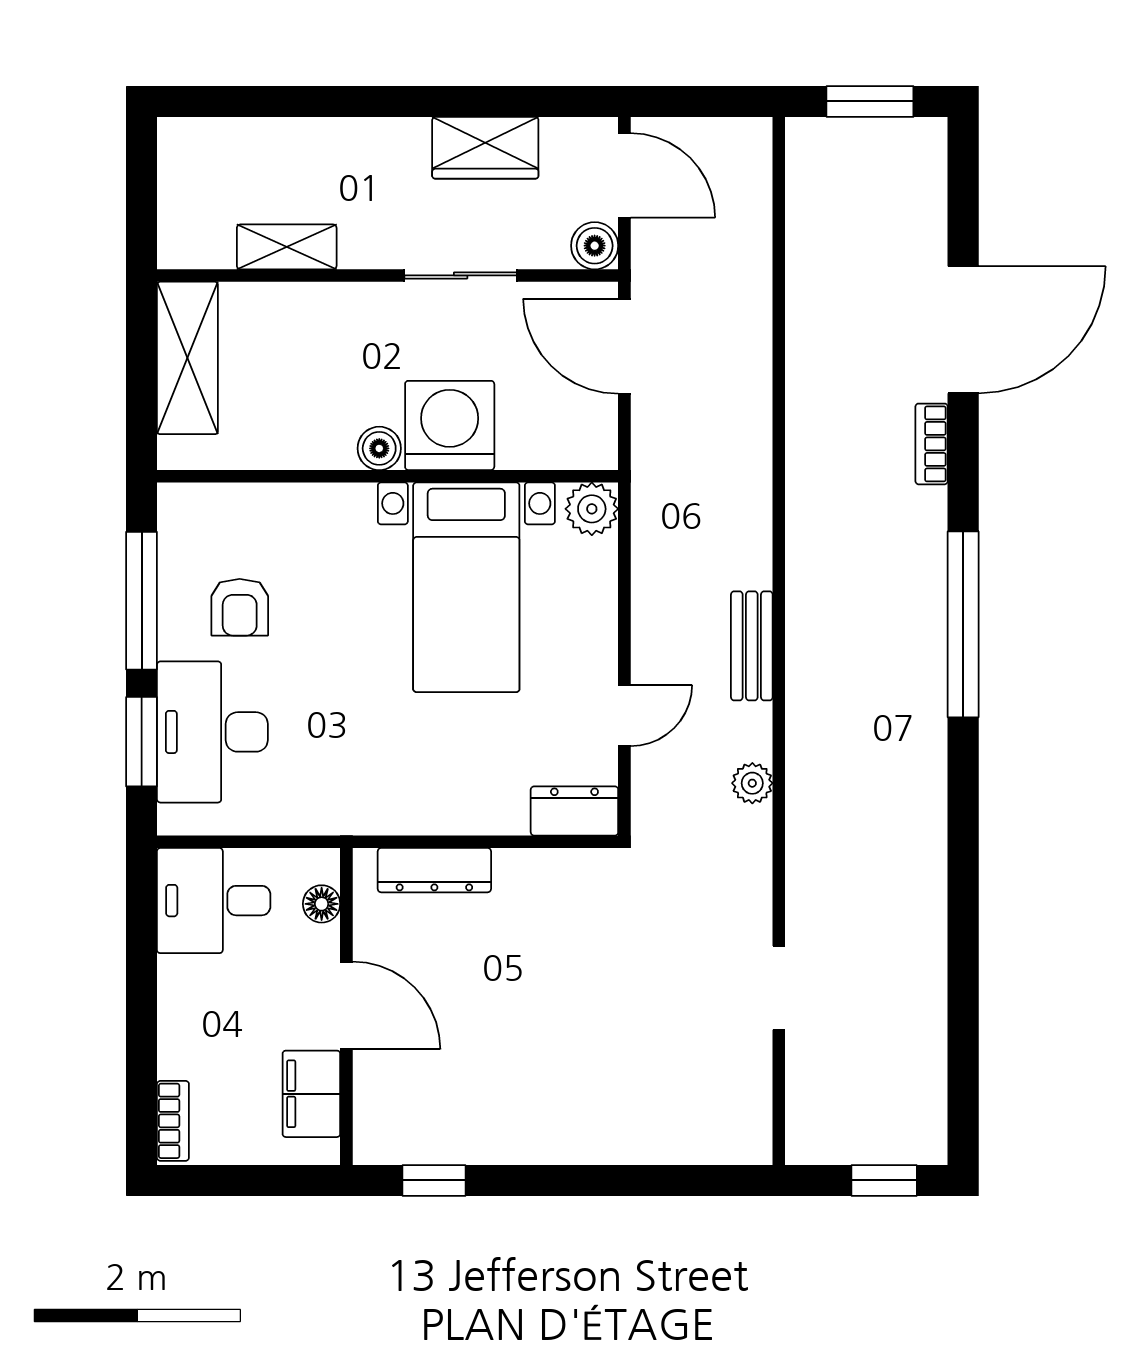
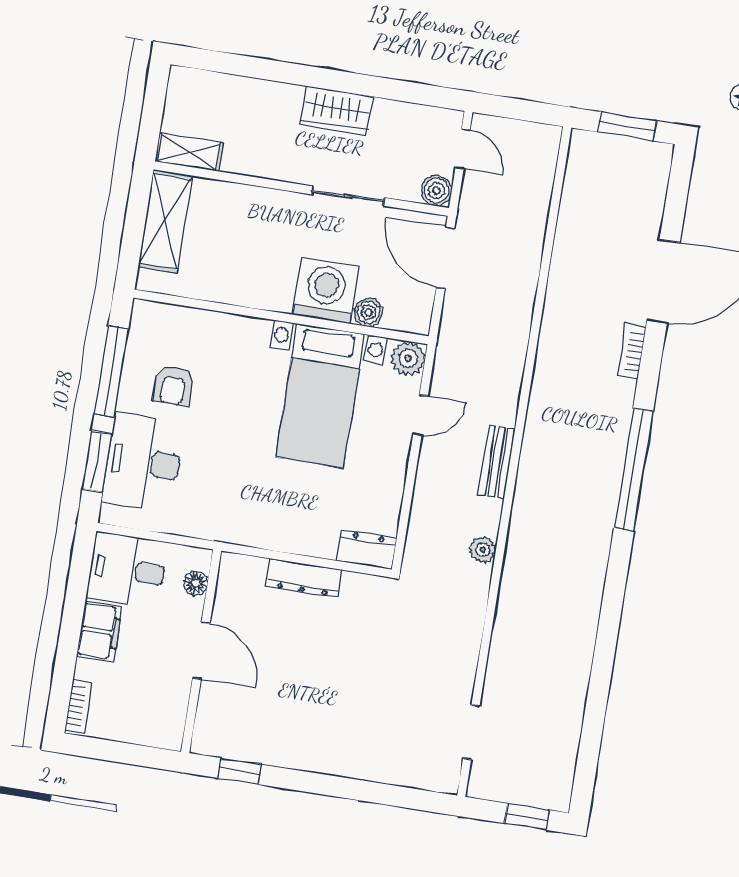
wardrobe: (485, 148) -> (336, 111), moved
door: (624, 175) -> (463, 149), width x0.73
shelving: (287, 247) -> (189, 152), moved
boiler: (379, 448) -> (368, 313), moved
door: (624, 715) -> (420, 415), moved
dresser: (434, 870) -> (304, 578), moved
doorway: (779, 988) -> (471, 732), moved
filing cabinet: (311, 1094) -> (99, 631), moved, turned 180

